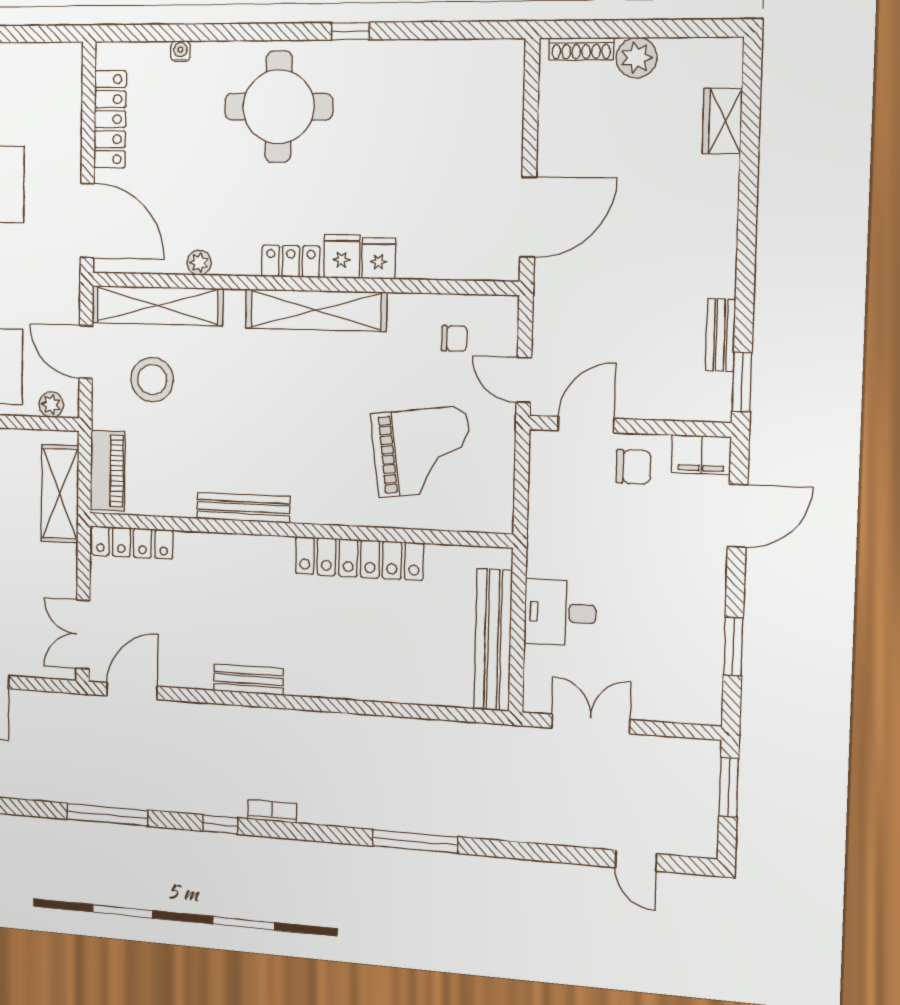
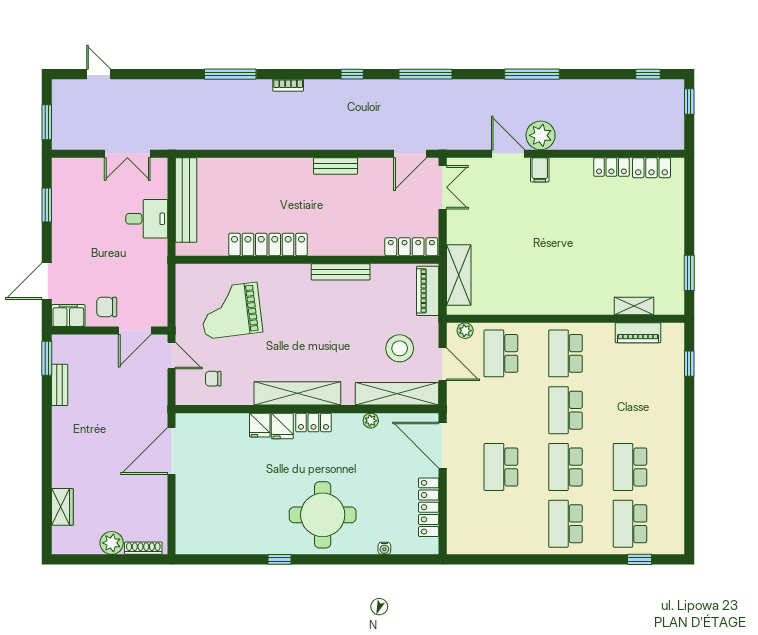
bookcase: (272, 811) -> (288, 85), moved

